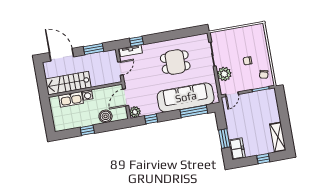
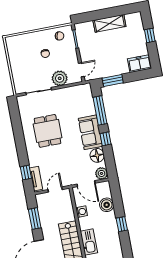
door: (120, 68) -> (55, 190), hinge flipped
door: (232, 94) -> (81, 70), hinge flipped
washing machine: (88, 95) -> (82, 212), moved
sofa: (186, 97) -> (90, 132), width x0.54, depth x0.79
floor lamp: (152, 108) -> (97, 155), added
window: (151, 119) -> (106, 139), moved
shelving: (278, 137) -> (109, 23), moved
window: (224, 138) -> (113, 80), moved

